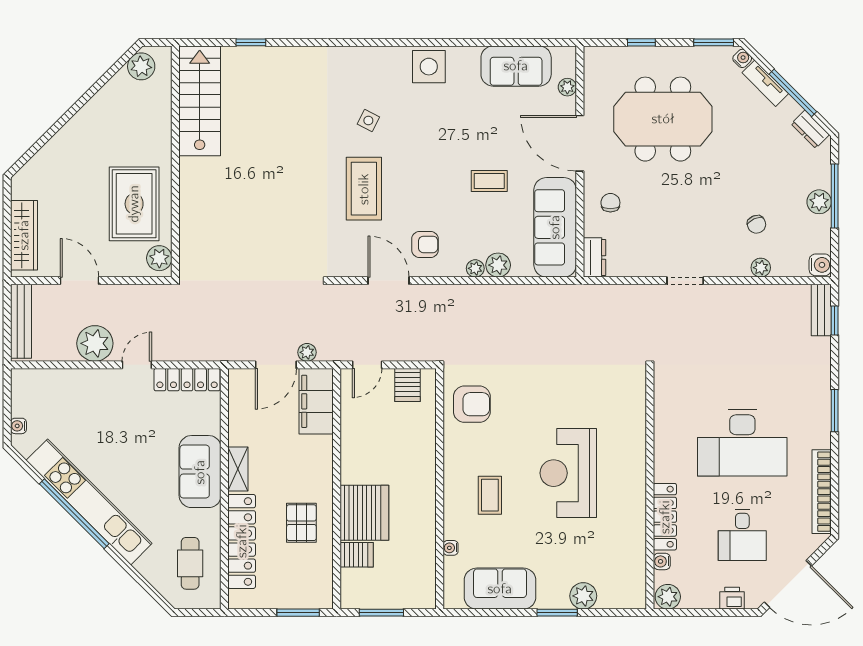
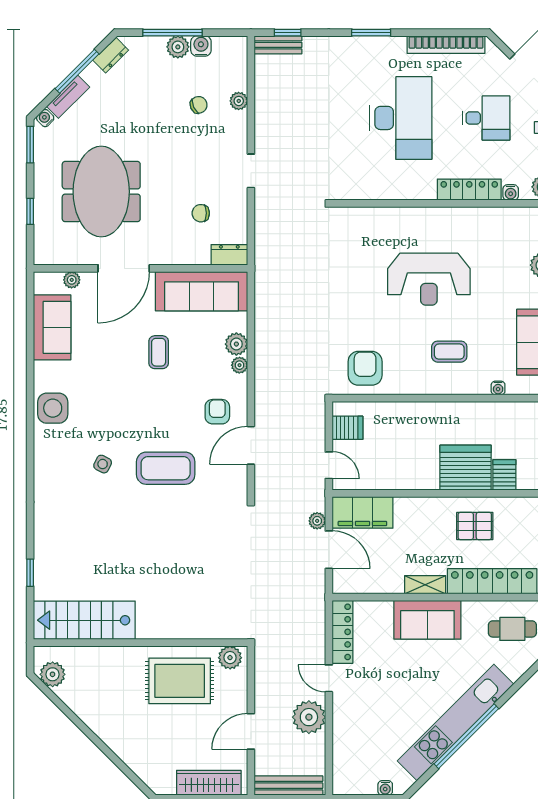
chair: (610, 203) -> (201, 213), moved
water cooler: (820, 265) -> (201, 46), moved

